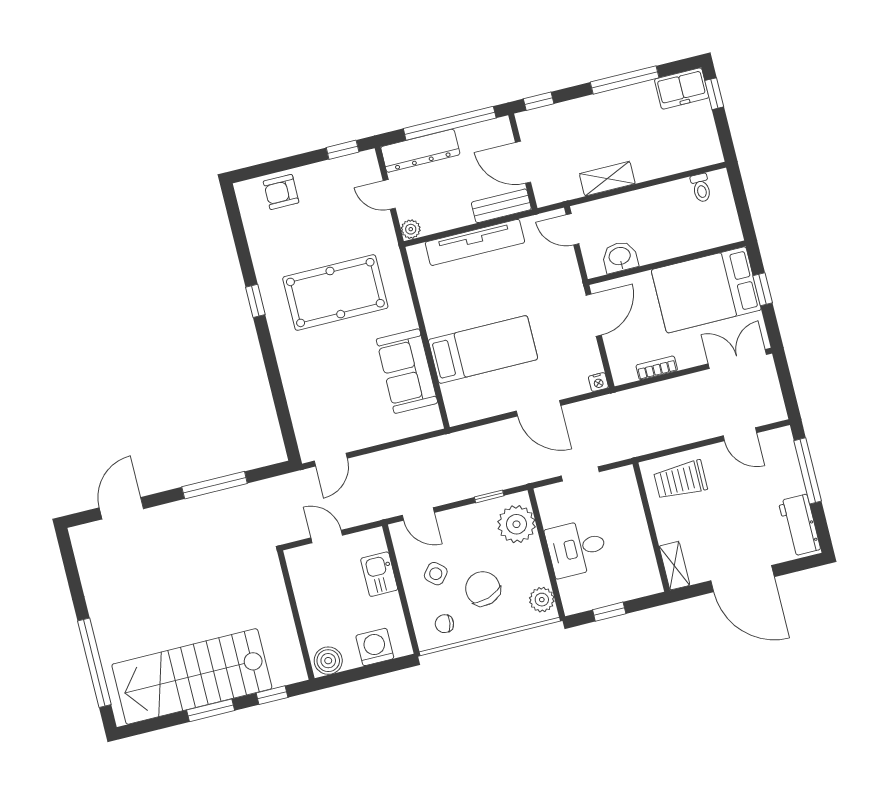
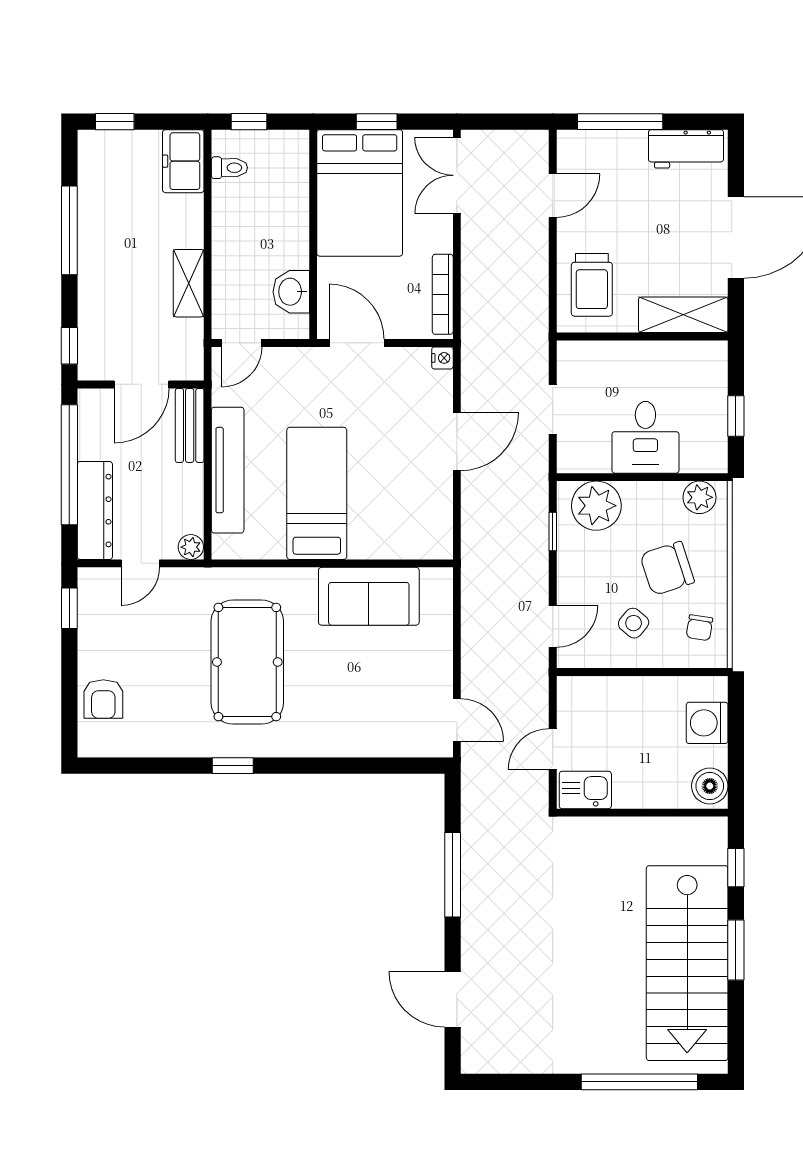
freezer: (682, 88) -> (183, 161), moved, turned 180
window: (739, 194) -> (249, 122), added
bed: (483, 349) -> (317, 493), moved
bookcase: (657, 368) -> (443, 294), width x1.56
shelving: (674, 566) -> (683, 315), width x1.50, depth x1.33
kitchen sink: (379, 574) -> (585, 790), moved, turned 180

